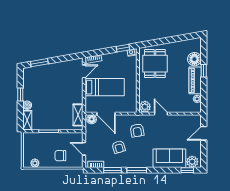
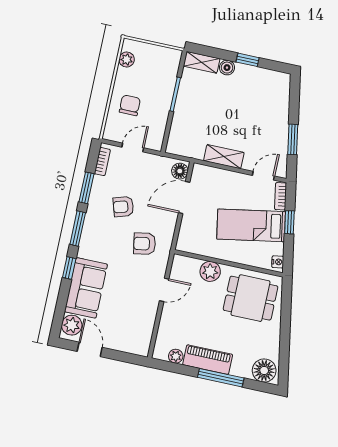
window: (123, 48) -> (289, 222), moved
floor lamp: (194, 59) -> (264, 371), moved
window: (39, 63) -> (293, 139), moved
door: (84, 71) -> (263, 176), swing flipped
window: (204, 71) -> (221, 378), width x2.17
bed: (105, 87) -> (251, 225), moved, turned 80
plant: (145, 107) -> (210, 271), moved
shelving: (78, 115) -> (224, 157), moved
door: (204, 133) -> (90, 349), moved
window: (187, 170) -> (69, 268), moved

